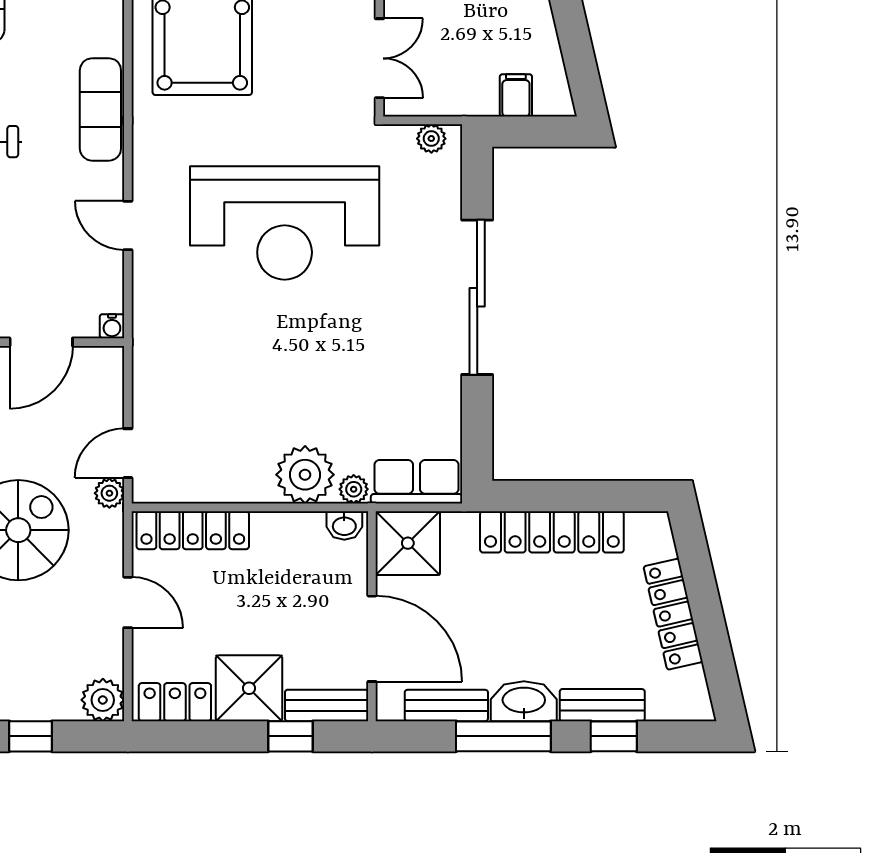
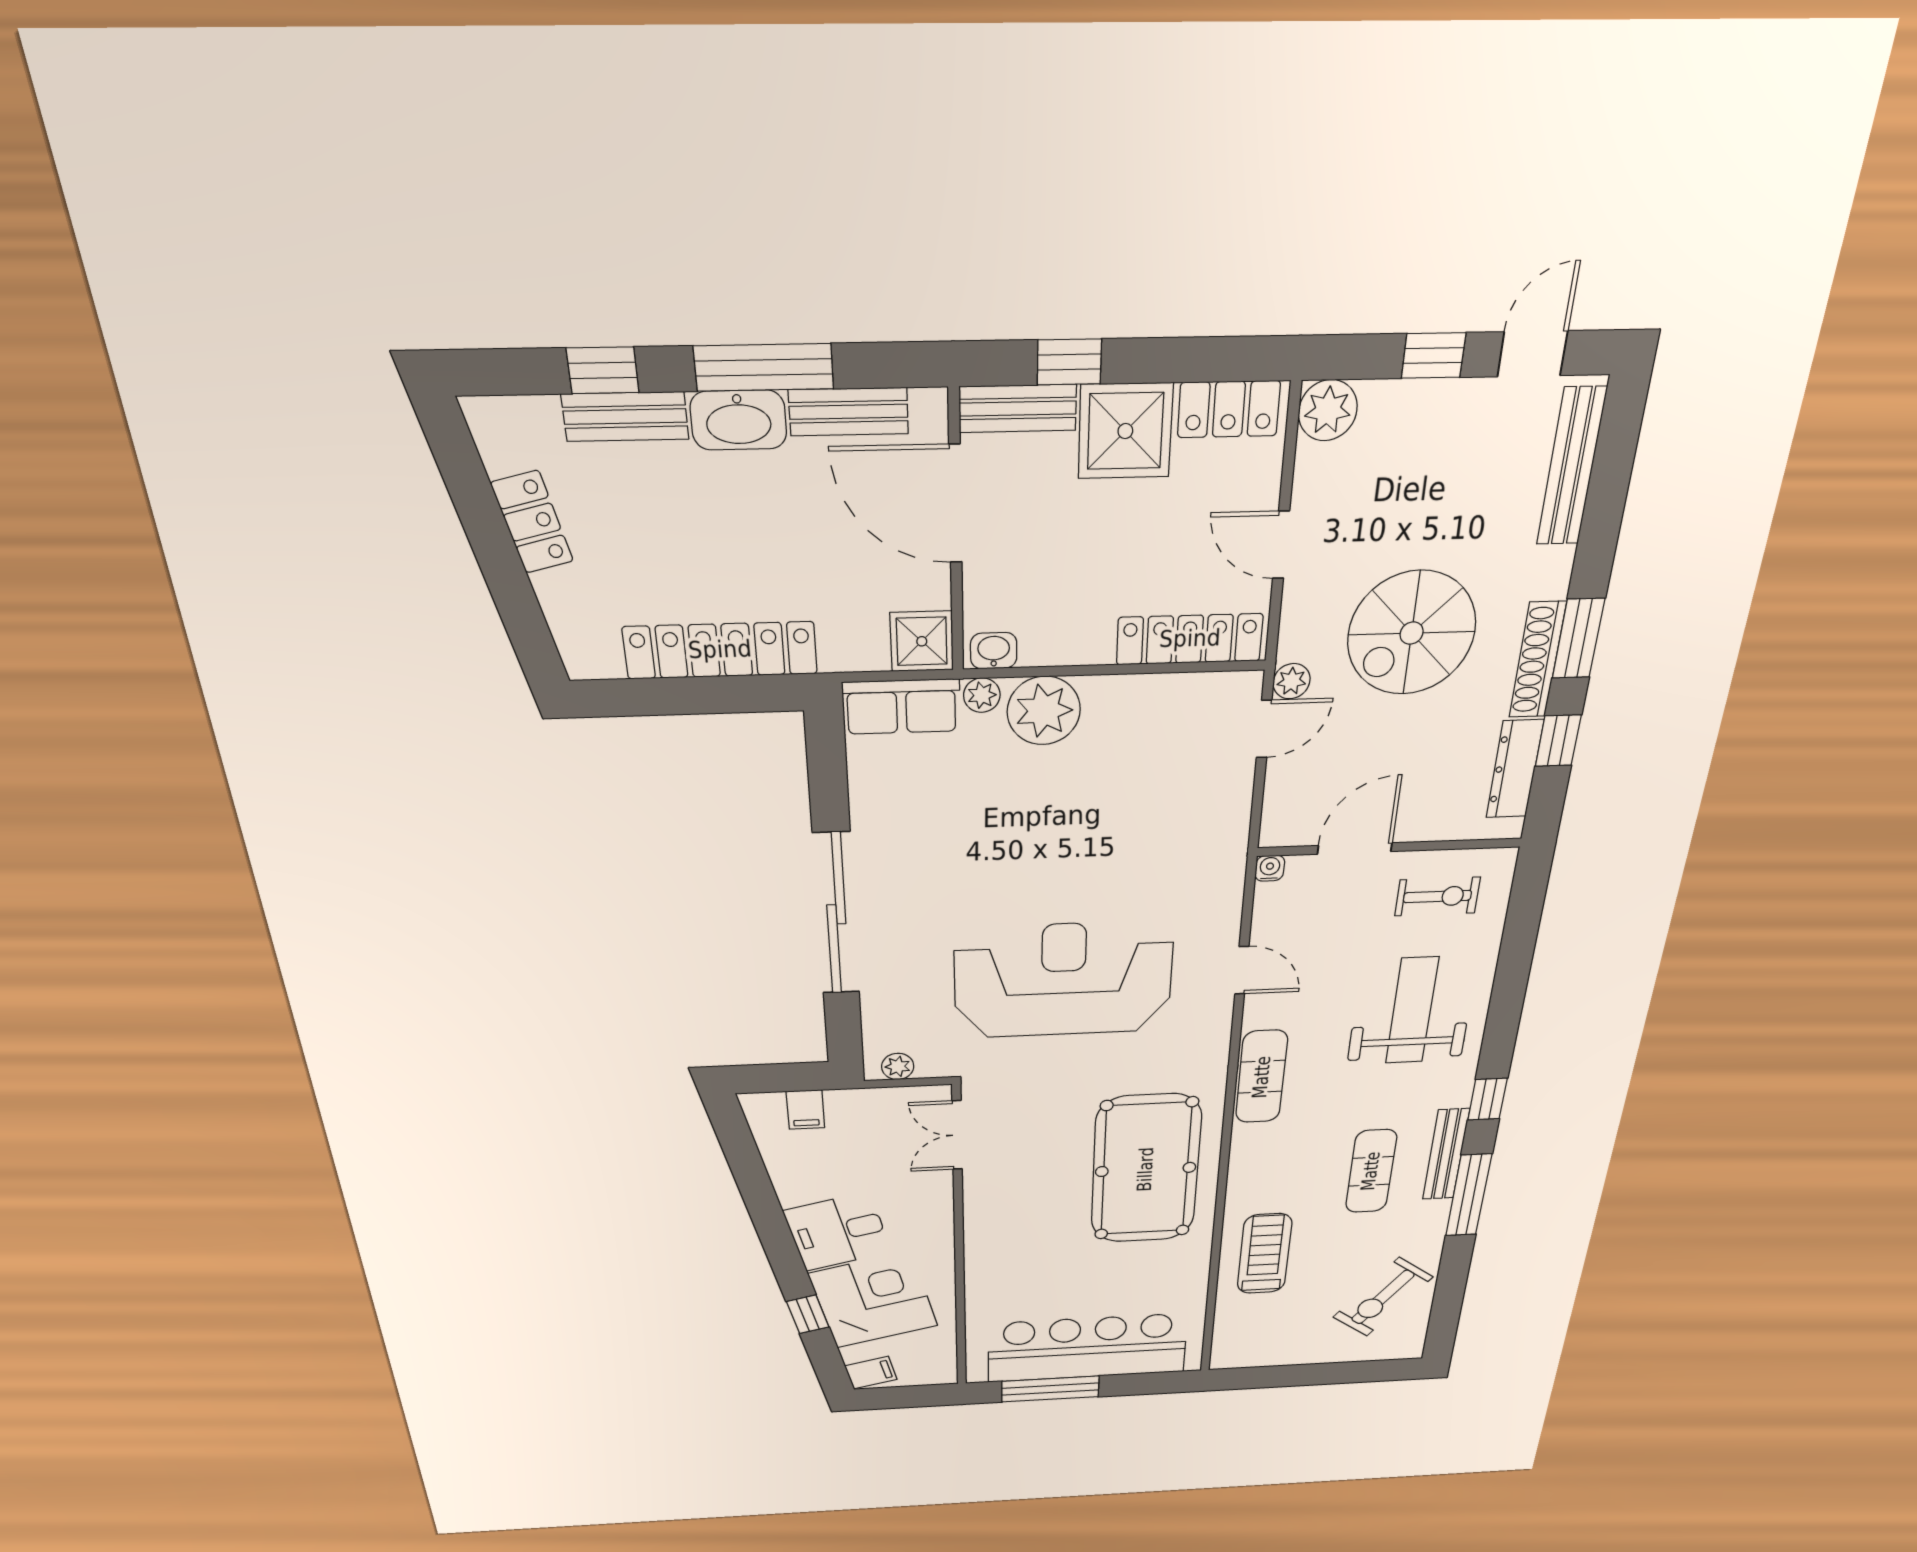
shower: (408, 543) -> (922, 641), width x0.73, depth x0.73
locker: (673, 614) -> (532, 522), width x0.66

